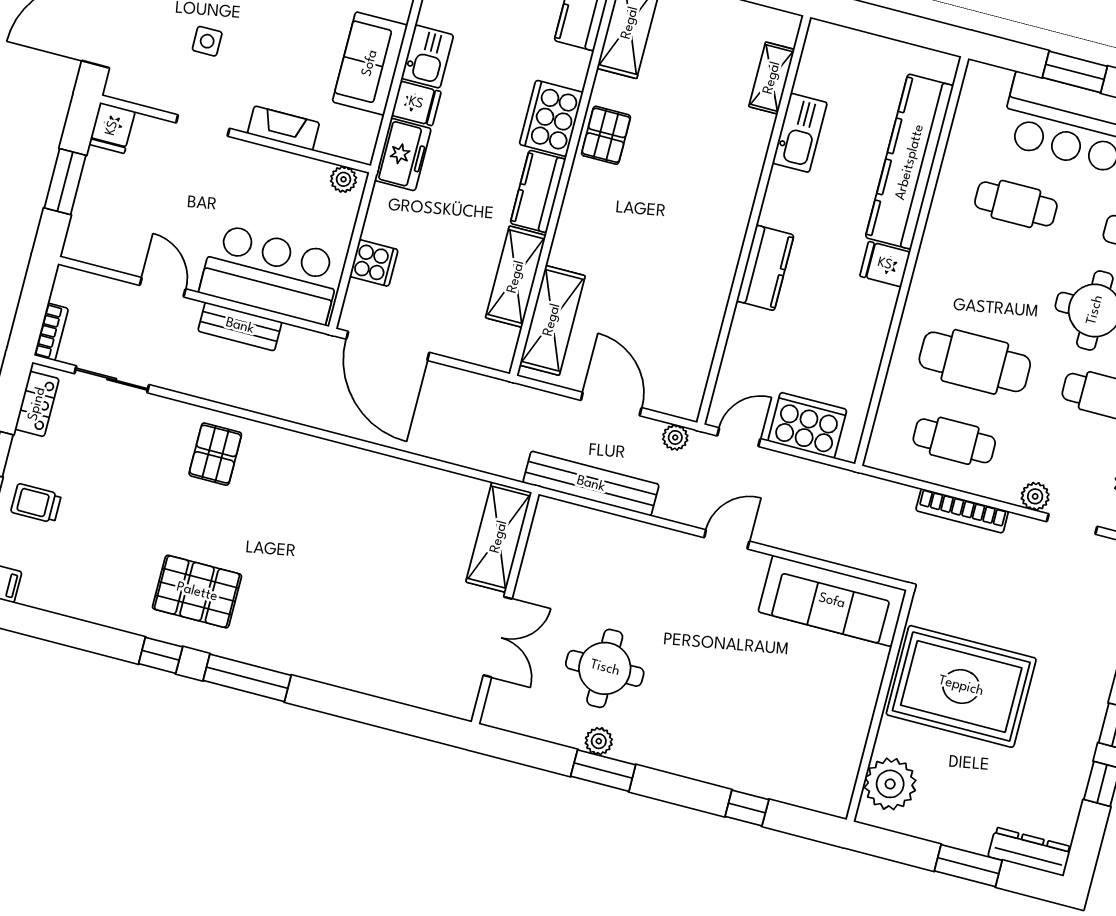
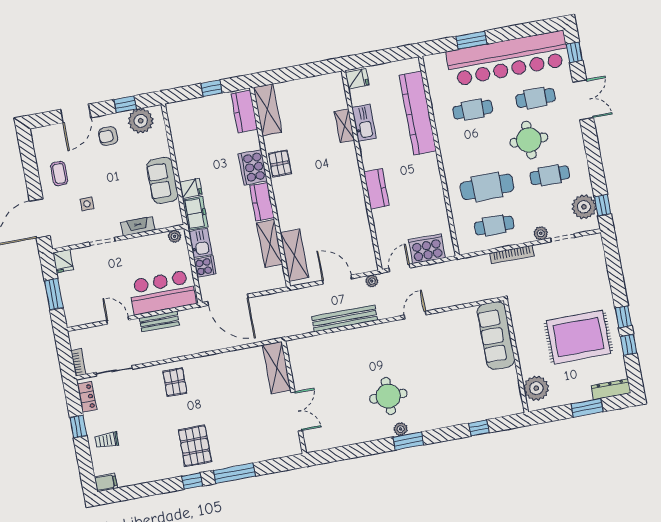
kitchen sink: (427, 57) -> (200, 243), moved
shelving: (772, 78) -> (344, 126), moved
fridge: (885, 264) -> (357, 79), moved, turned 180
shelving: (499, 537) -> (277, 368), moved
pallet: (197, 592) -> (195, 446), turned 90
sofa: (832, 601) -> (496, 336), moved, turned 90
wall: (505, 608) -> (294, 397), moved
double door: (498, 637) -> (297, 411), moved
rug: (961, 686) -> (578, 337), moved

